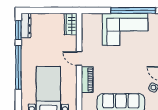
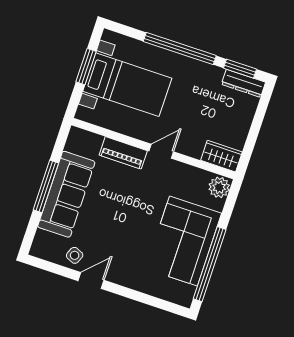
plant: (88, 20) -> (219, 187), added

